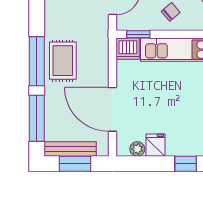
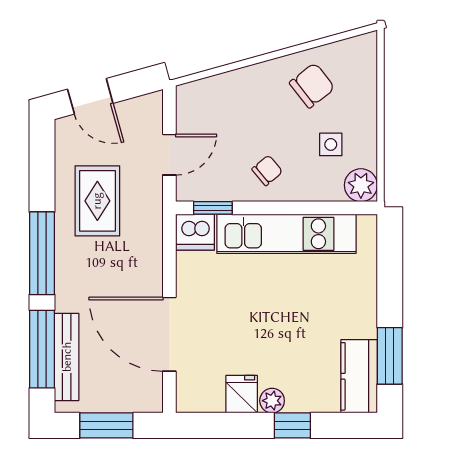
rug: (63, 61) -> (97, 201), moved
bench: (70, 149) -> (67, 357), moved, turned 90
plant: (137, 149) -> (272, 401), moved

